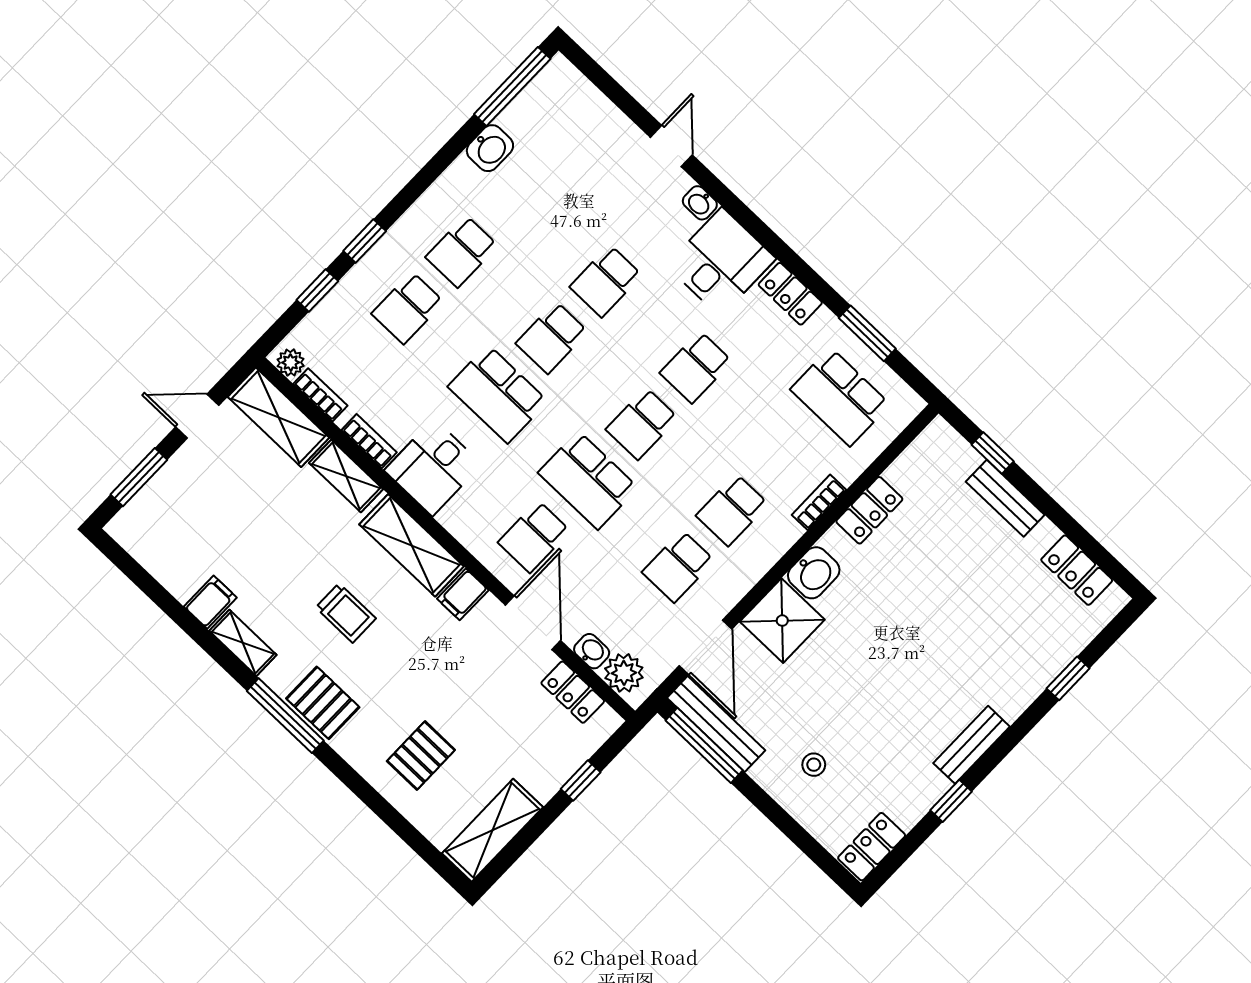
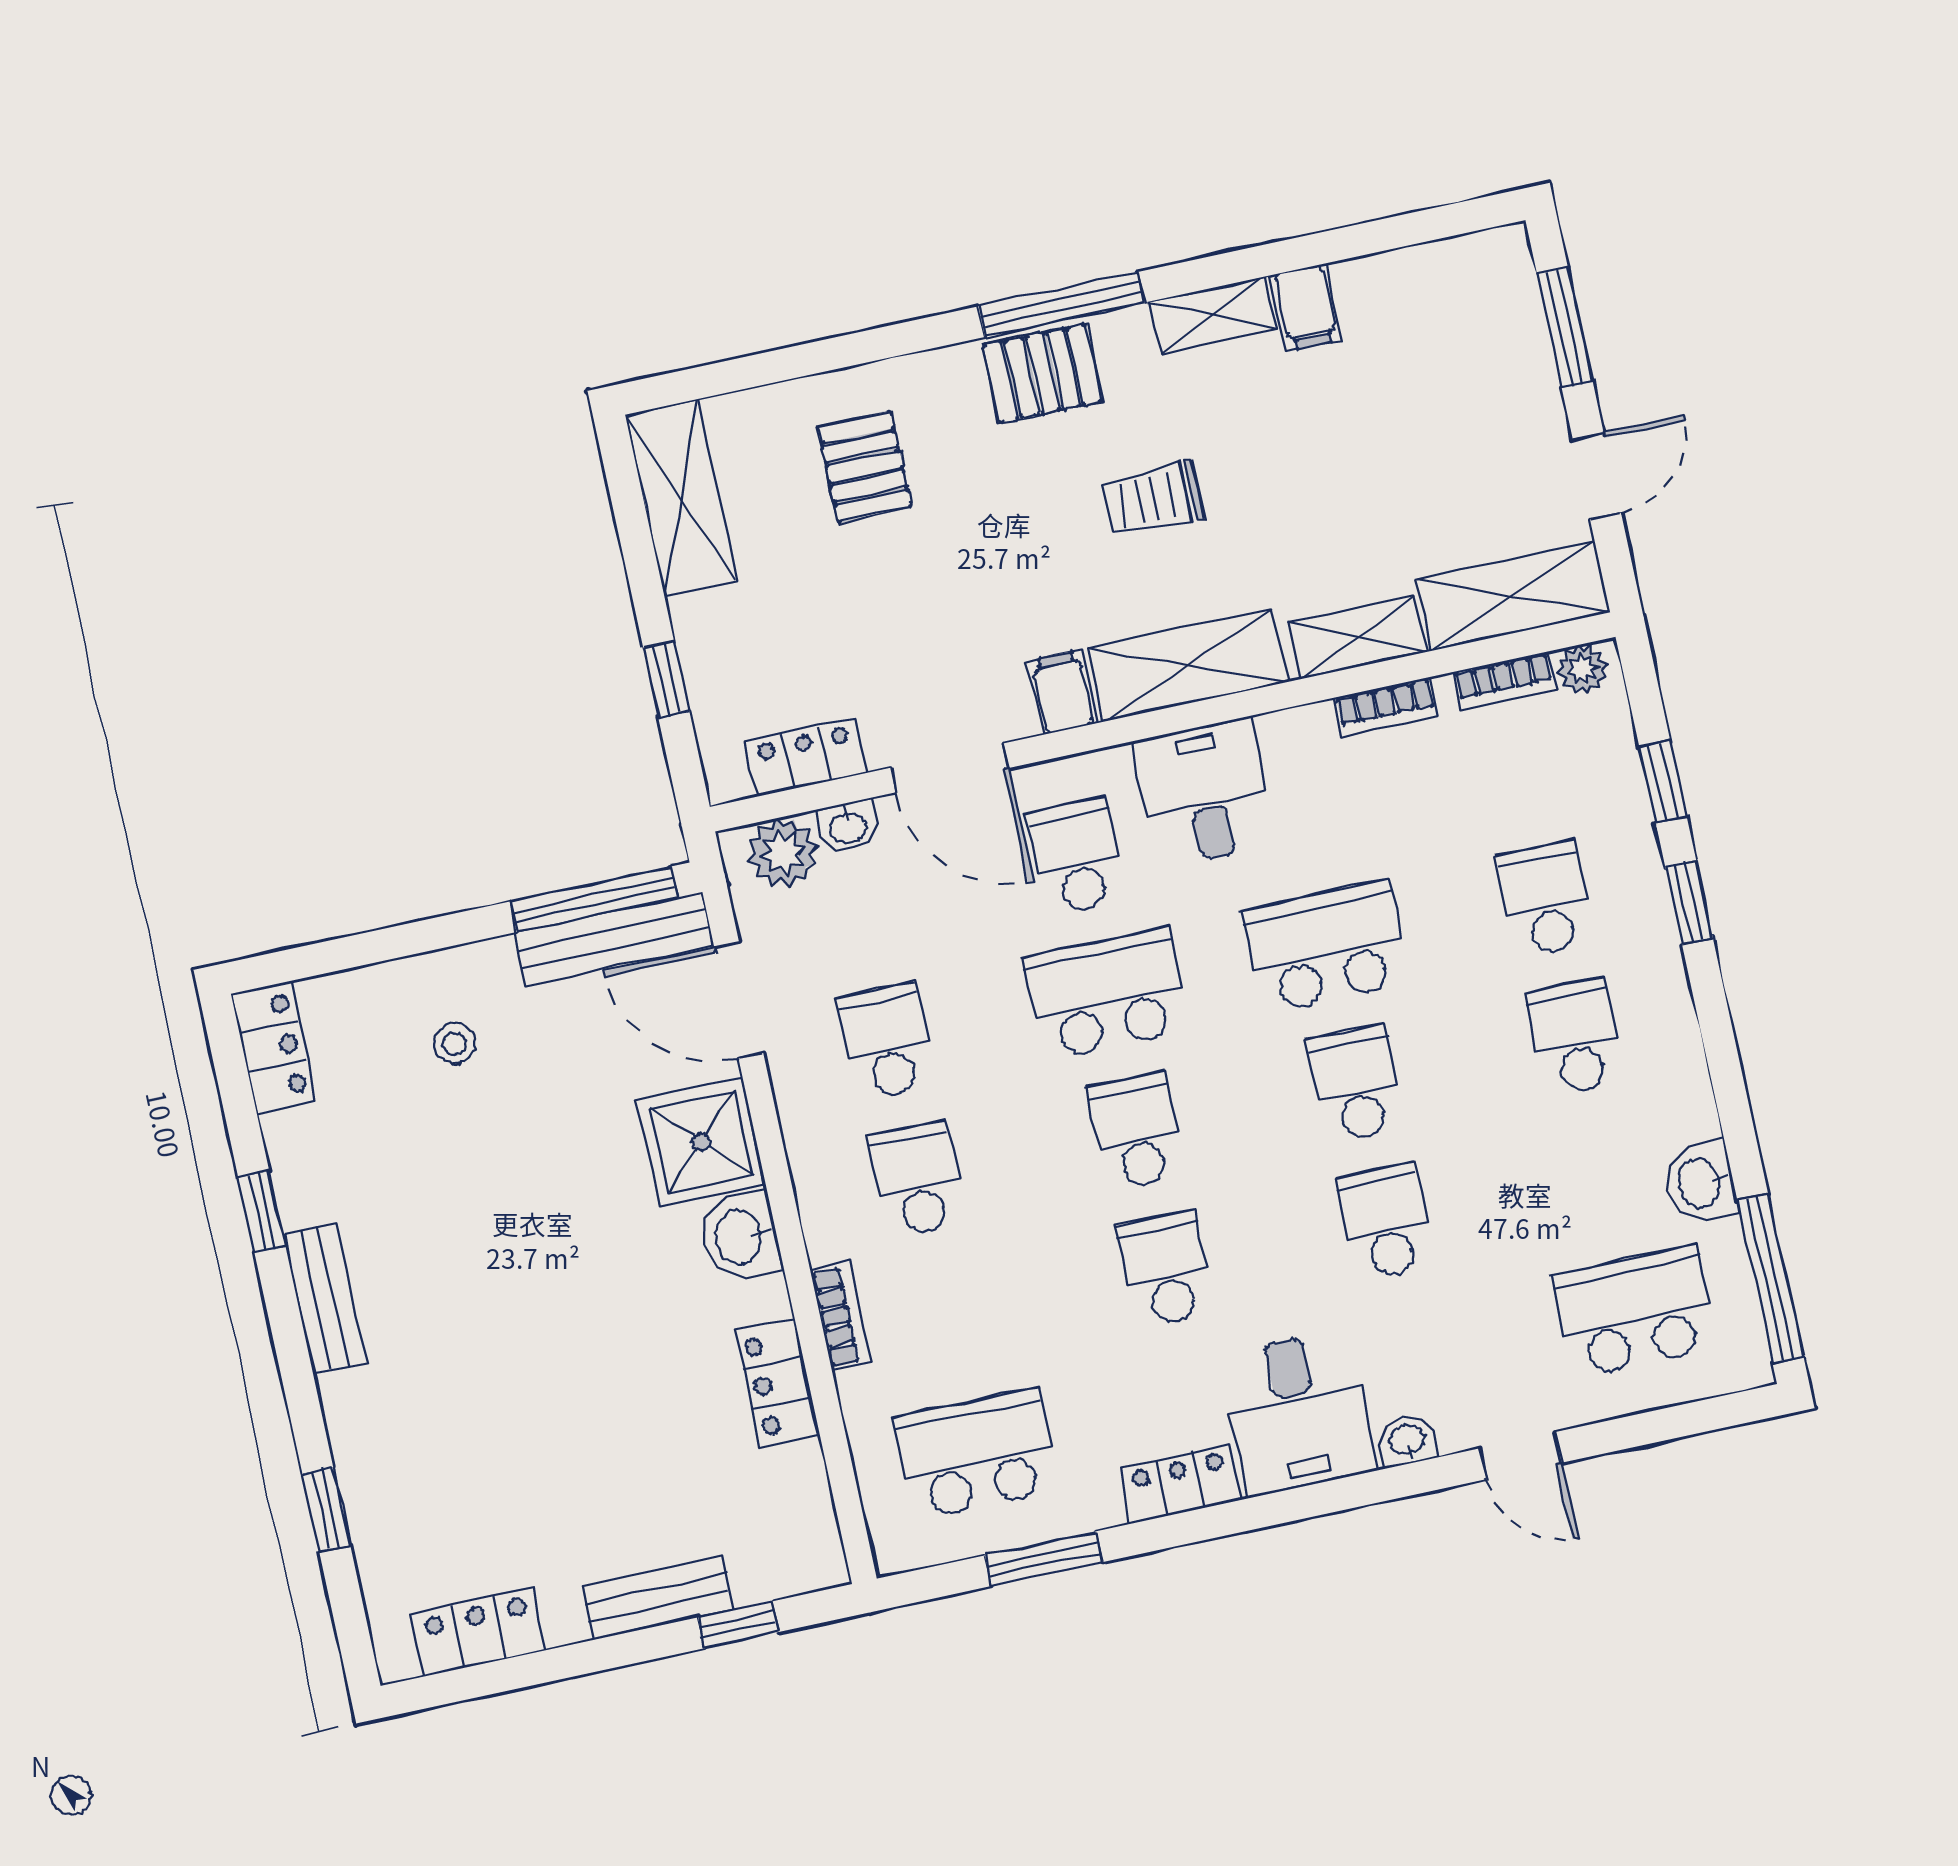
school desk: (570, 138) -> (1635, 1312), added
desk: (433, 467) -> (1205, 792), moved

